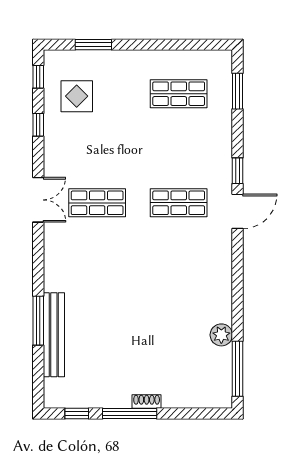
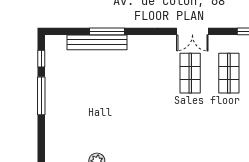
shop shelf: (179, 203) -> (229, 73), moved
shoe rack: (147, 402) -> (50, 108), removed

